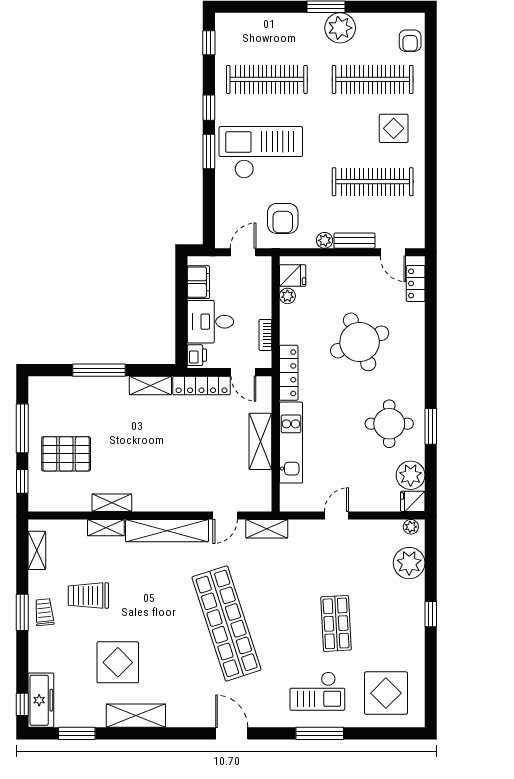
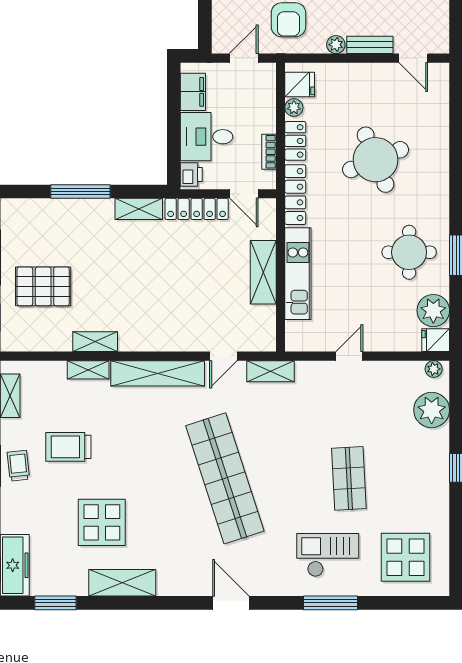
locker: (416, 283) -> (295, 141), moved, turned 180
checkout: (317, 691) -> (328, 555), turned 180

